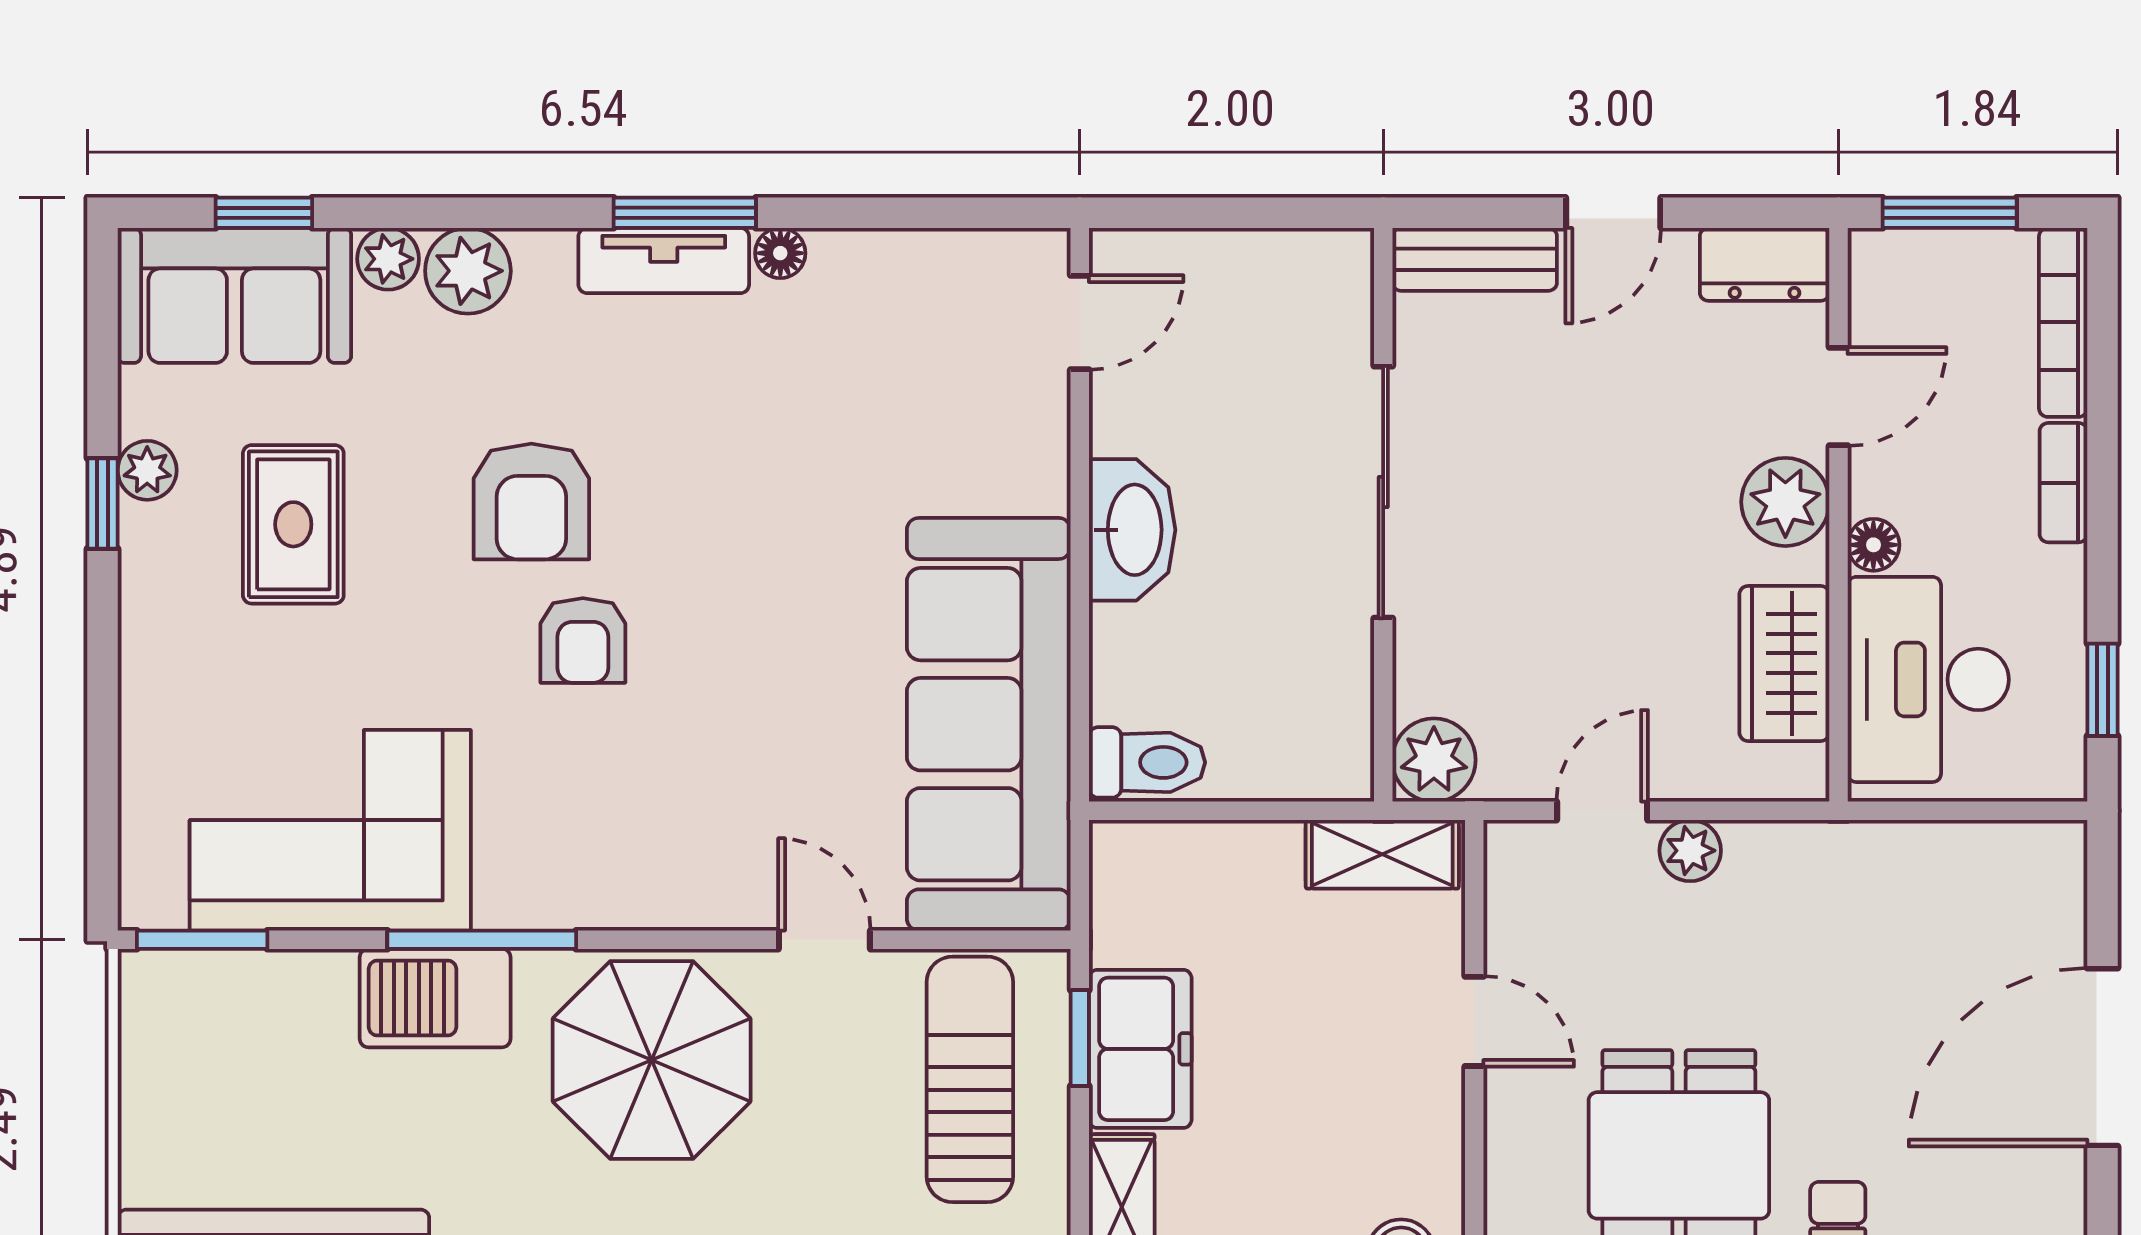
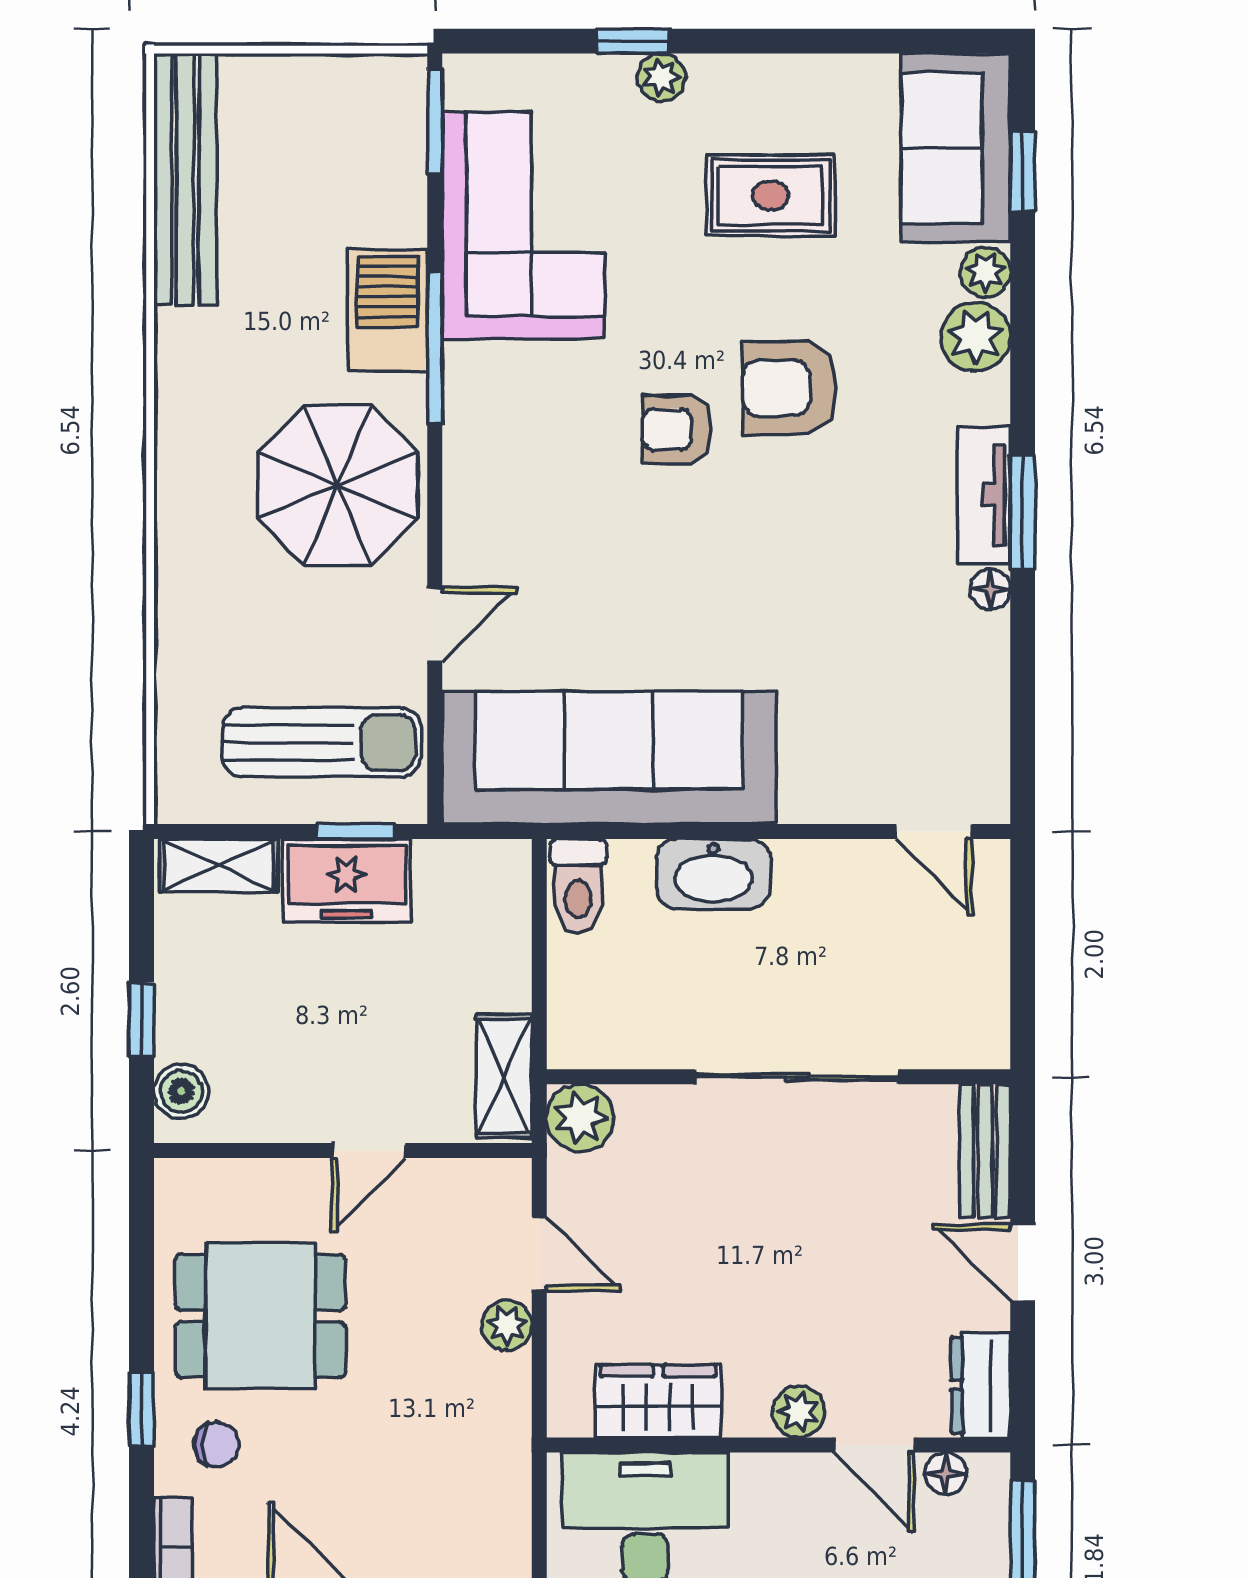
plant: (147, 470) -> (661, 77), moved
plant: (1785, 502) -> (799, 1412), width x0.73, depth x0.73
window: (102, 503) -> (633, 41), moved
washbasin: (1132, 530) -> (713, 874), moved
floor lamp: (1873, 545) -> (946, 1473), moved

